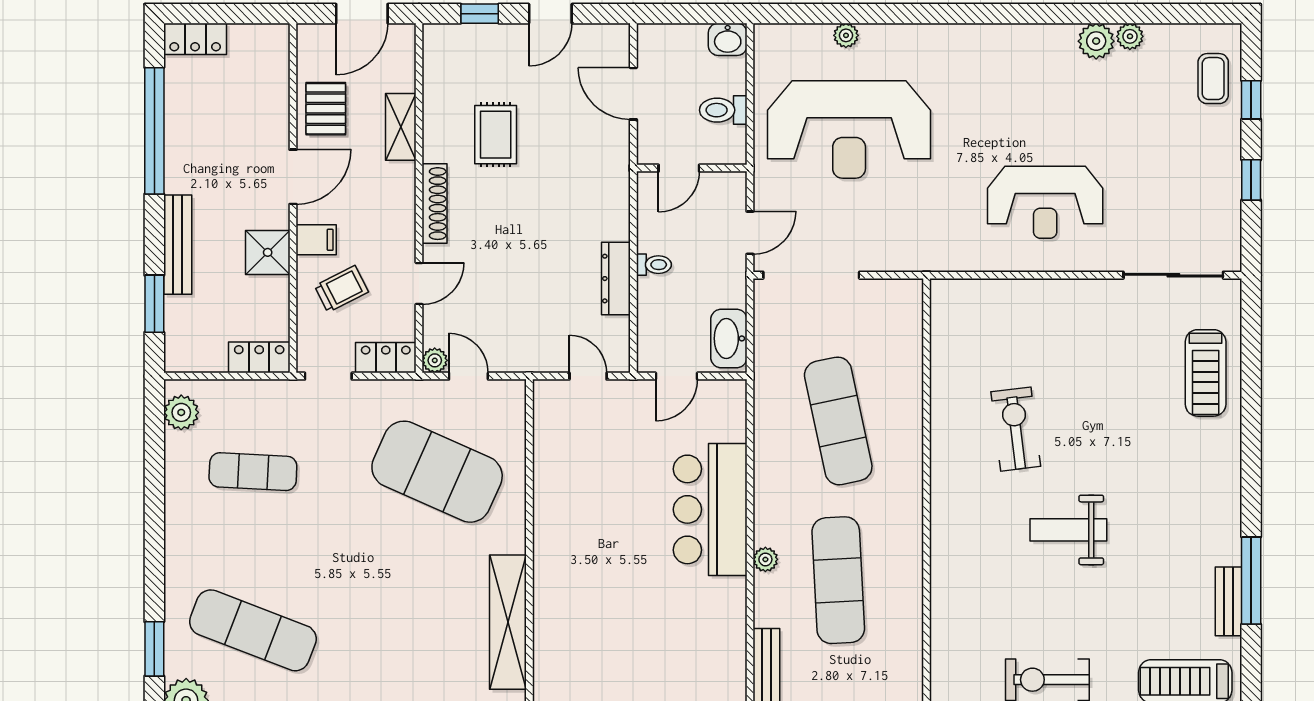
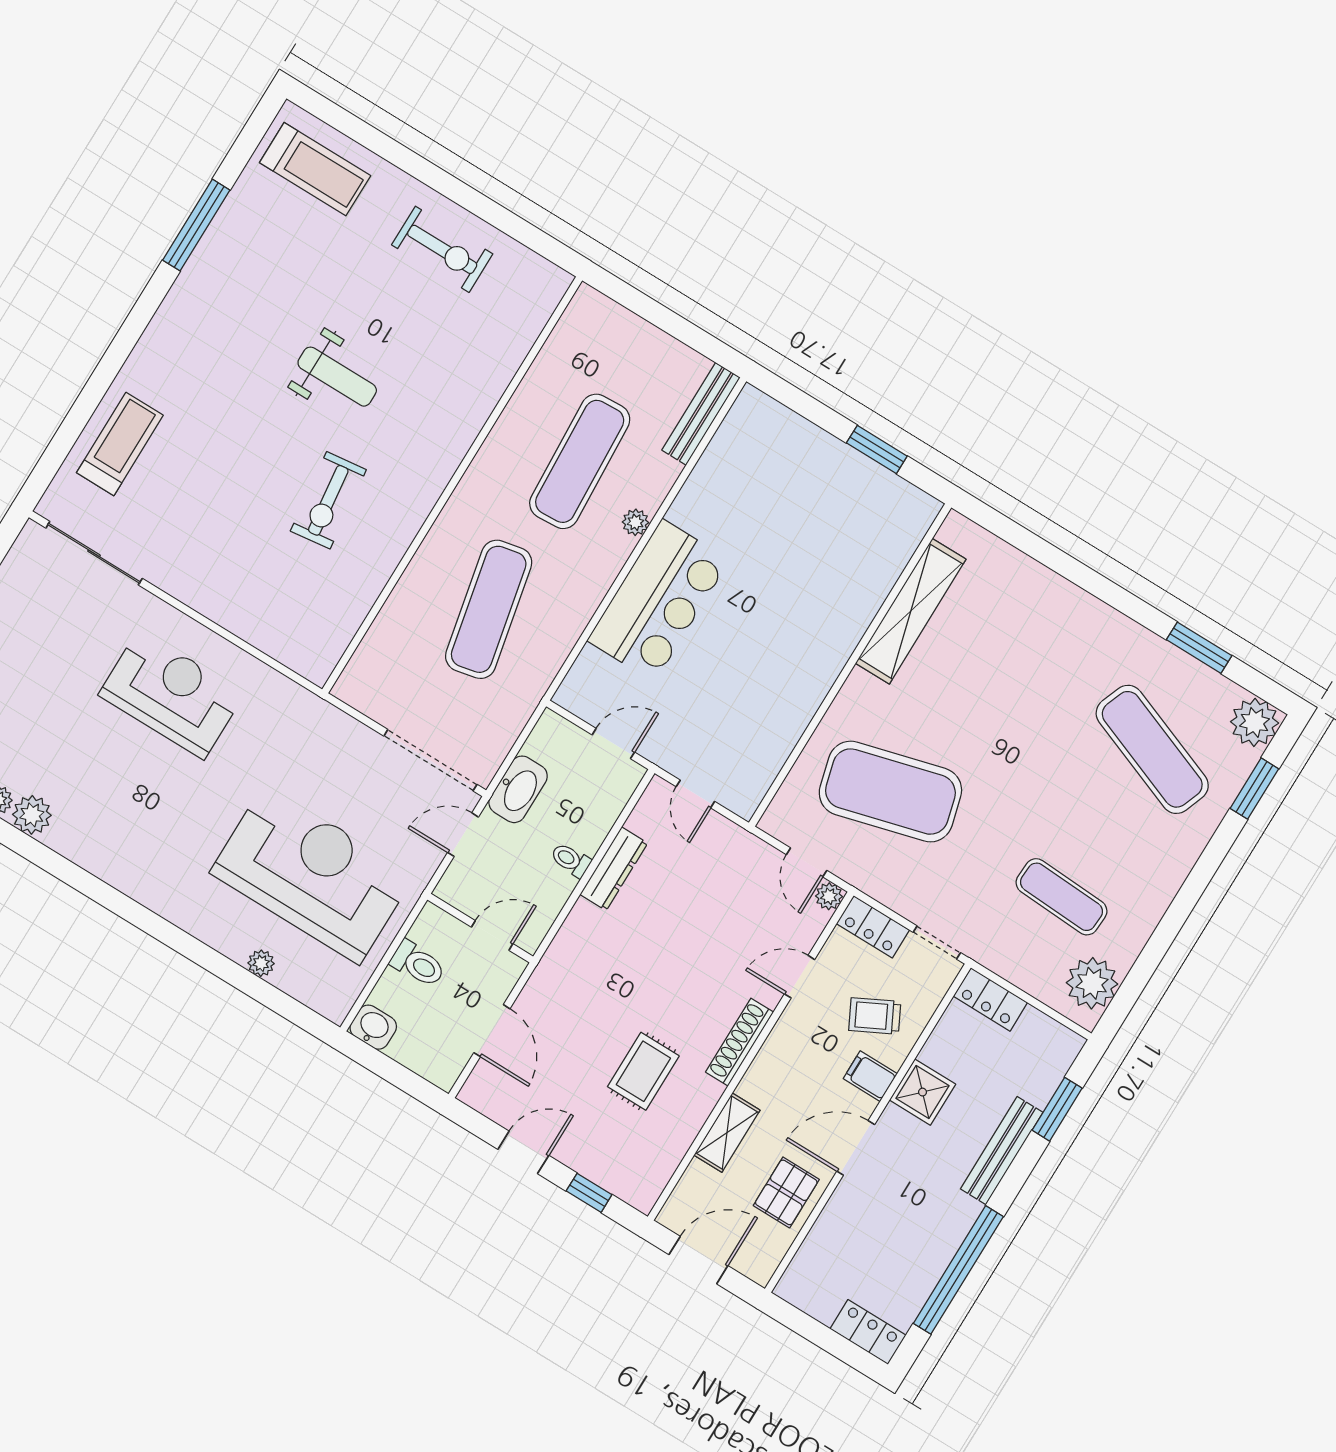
washbasin: (729, 338) -> (518, 789), moved
plant: (181, 412) -> (1092, 983), width x1.36, depth x1.36
exercise mat: (437, 472) -> (890, 792), turned -39
bench: (1229, 601) -> (229, 219), removed

